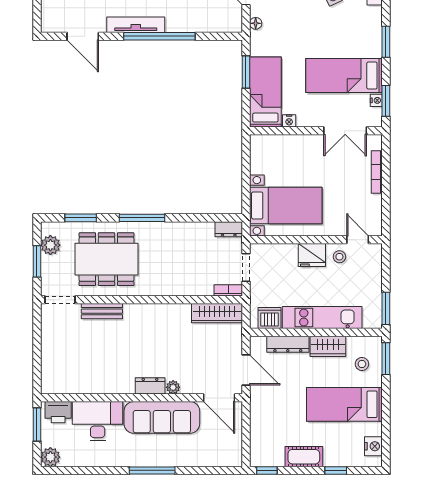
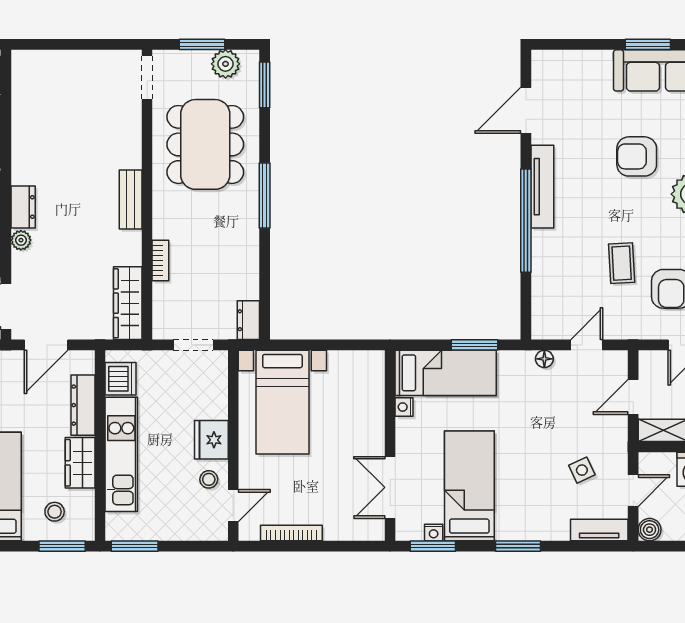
bookcase: (377, 172) -> (291, 533), moved
window: (81, 218) -> (265, 85), moved
bookcase: (228, 290) -> (160, 260), moved
bench: (102, 311) -> (131, 200), moved

